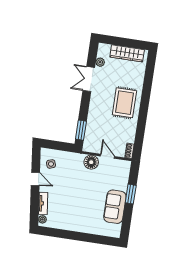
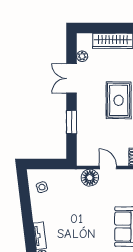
window: (81, 130) -> (72, 122), moved
door: (35, 179) -> (26, 208), removed

